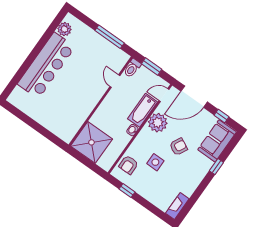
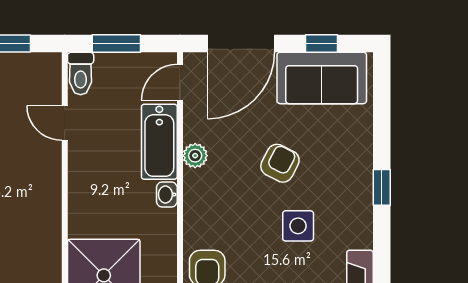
plant: (158, 123) -> (195, 156), width x0.53, depth x0.53
sofa: (217, 141) -> (322, 78), moved, turned -90
side table: (155, 162) -> (298, 226), moved
window: (216, 167) -> (382, 187), moved

